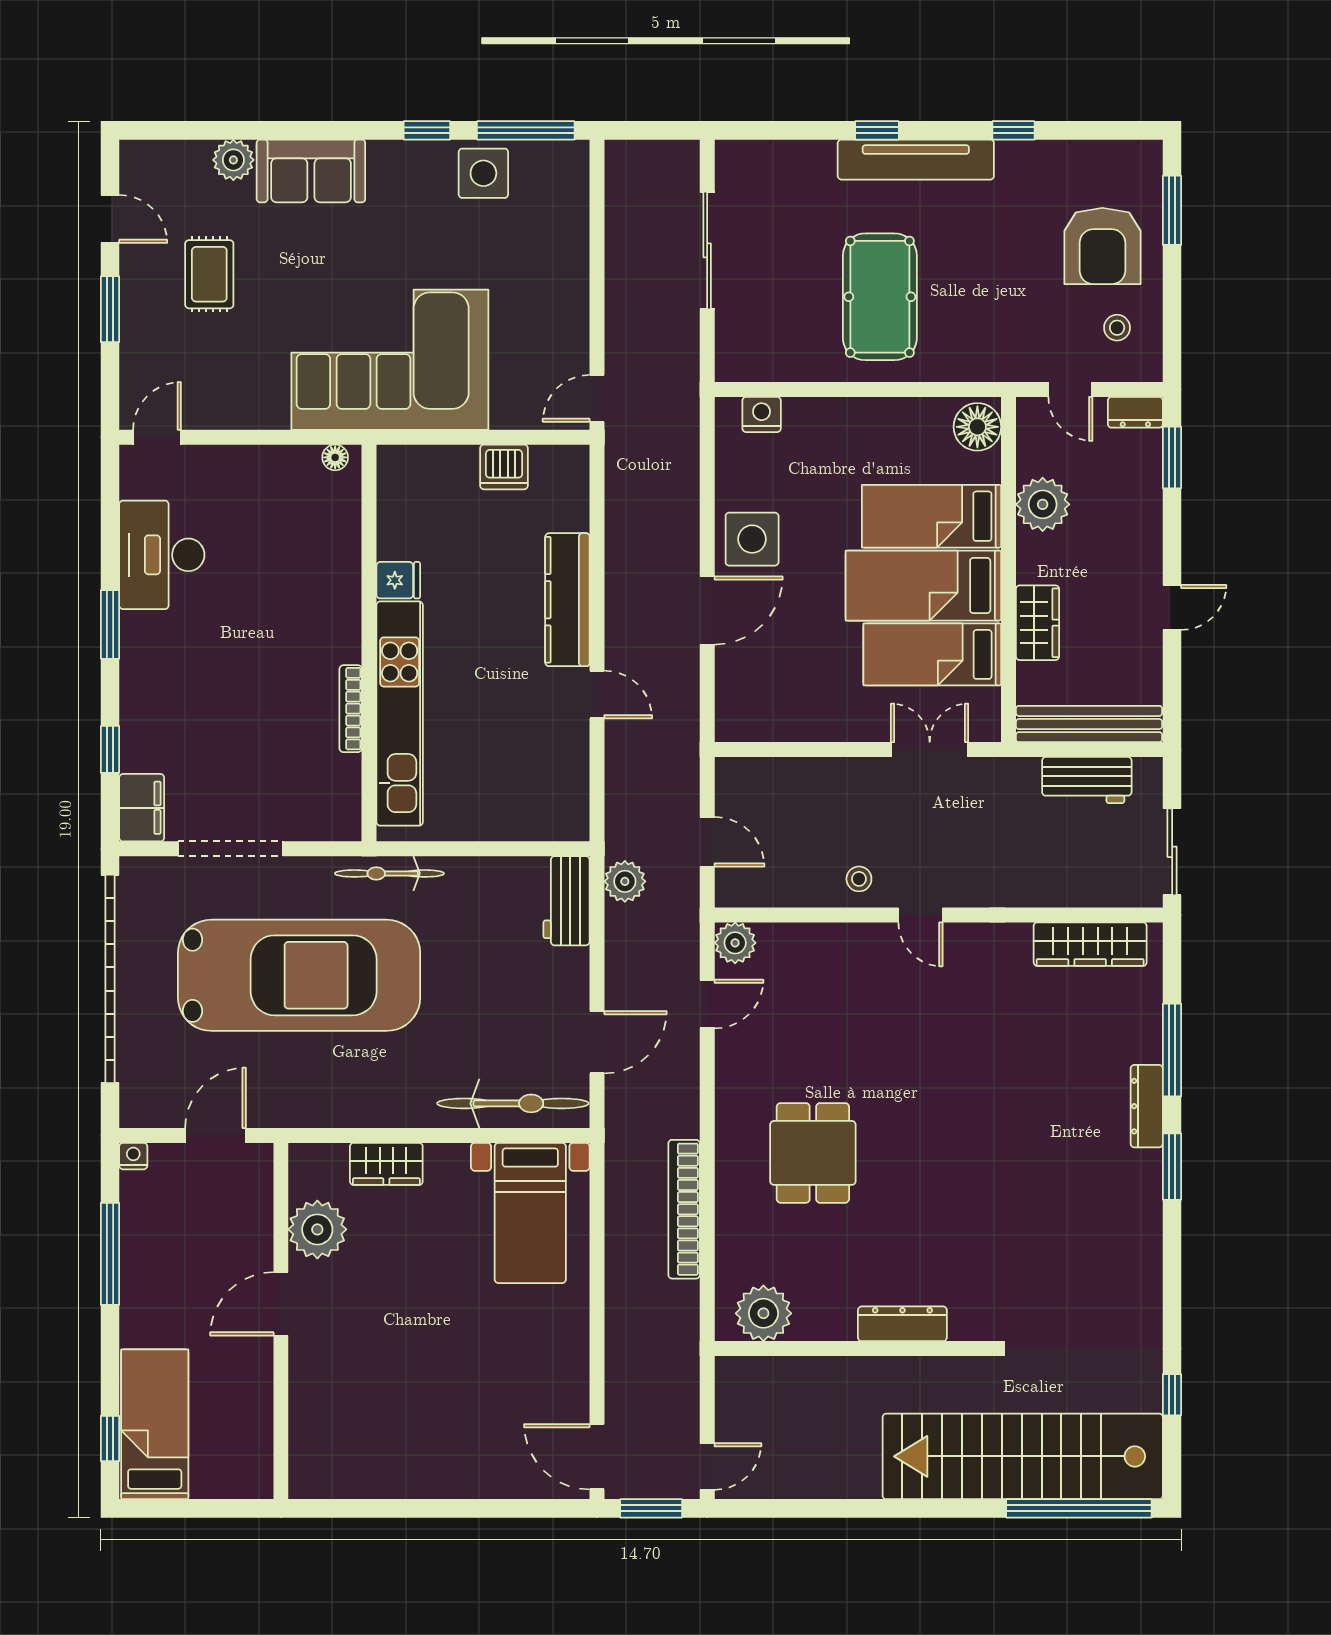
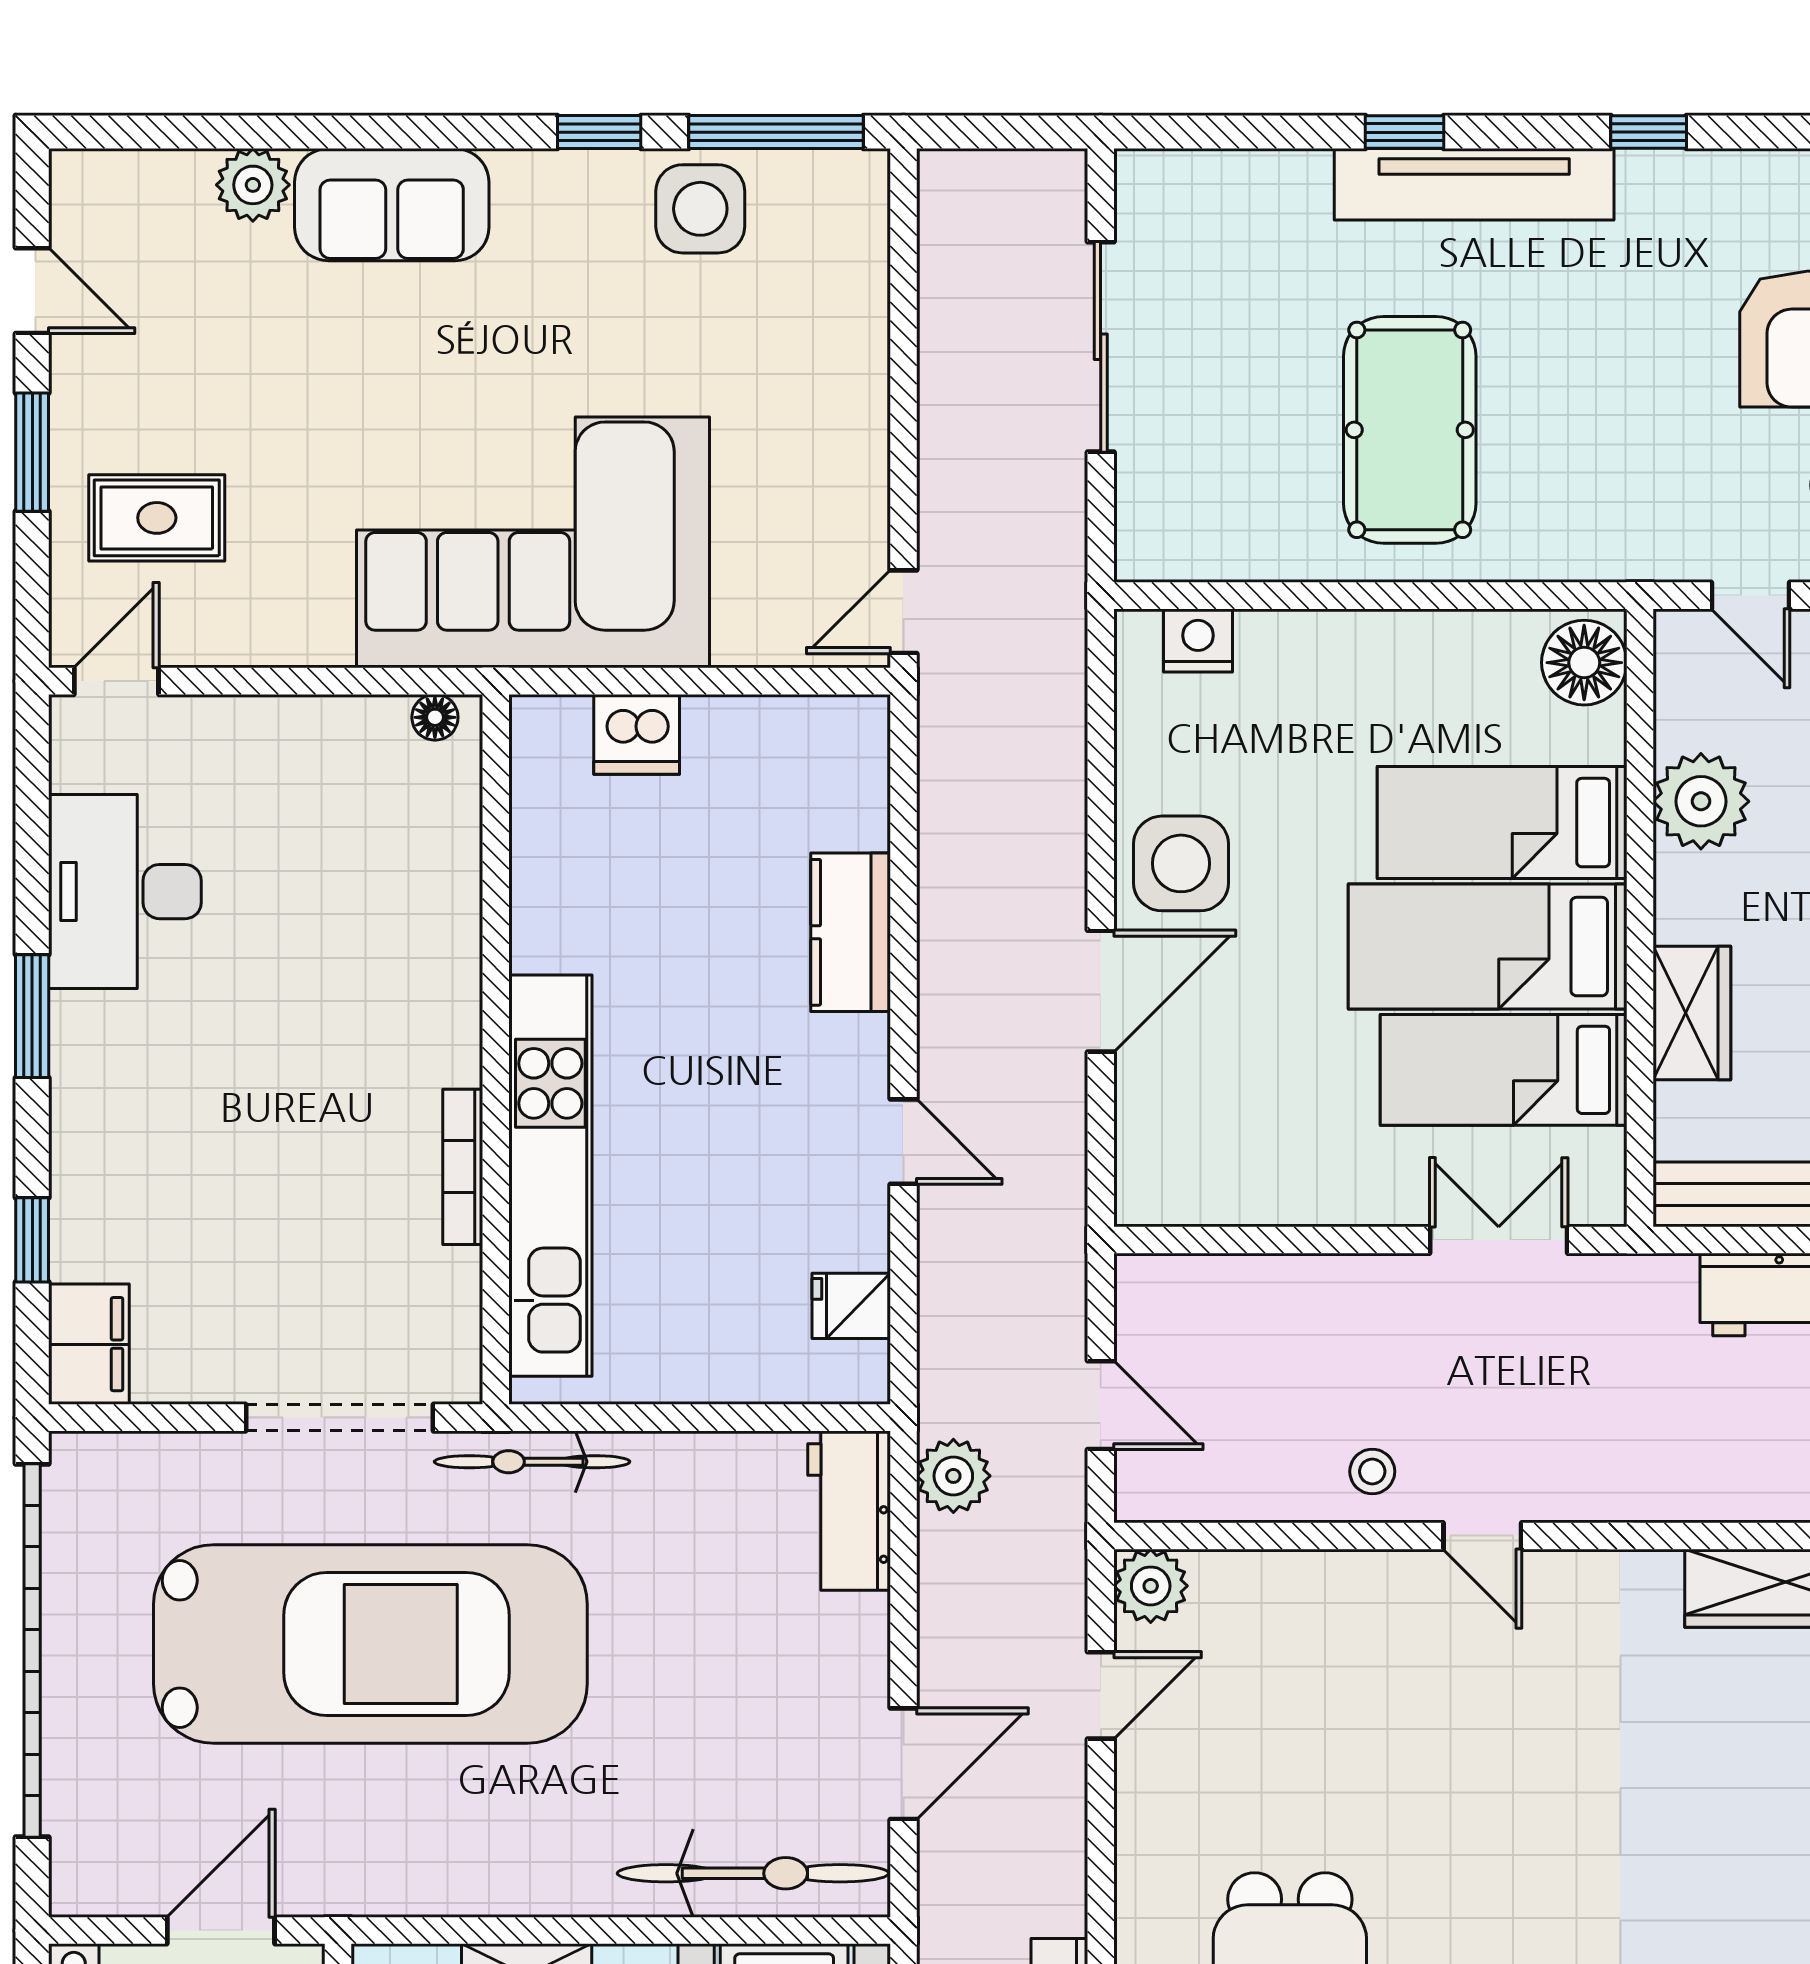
rug: (209, 274) -> (157, 518), moved, turned 90
dishwasher: (504, 467) -> (637, 734), moved
fridge: (398, 580) -> (851, 1306), moved, turned 180
kitchen counter: (567, 600) -> (851, 932), width x0.67
doorway: (230, 849) -> (339, 1418), moved

